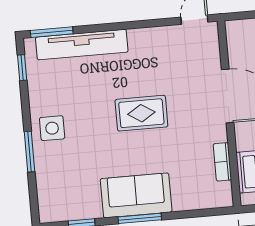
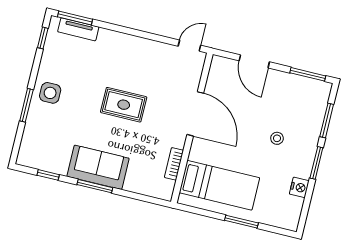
tv unit: (82, 45) -> (78, 29), width x0.52, depth x0.78

